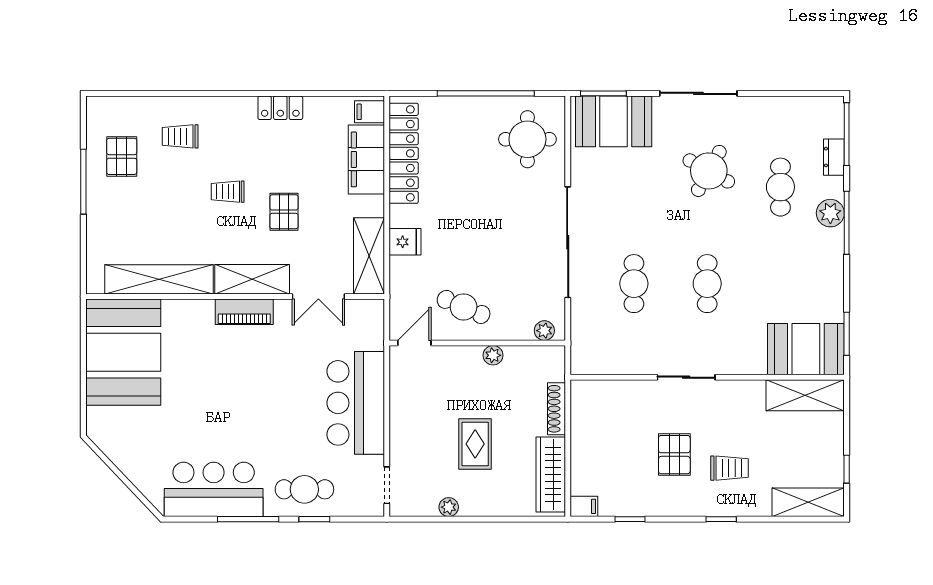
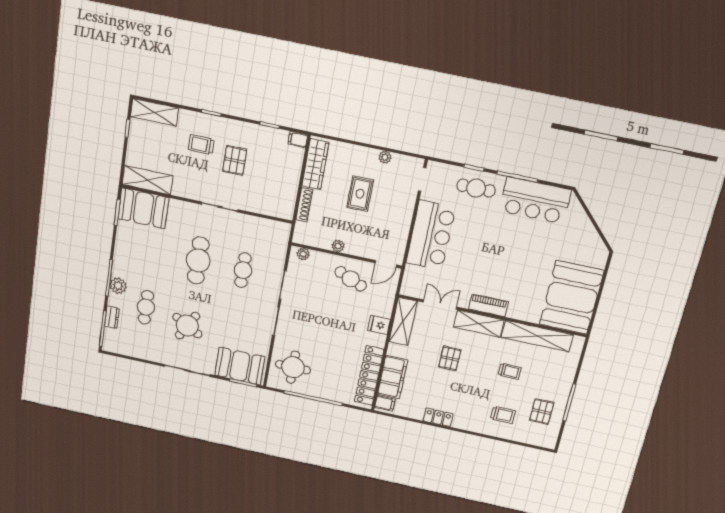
trolley: (228, 192) -> (510, 371), moved
cafe table: (707, 284) -> (198, 261), width x1.37, depth x1.35

